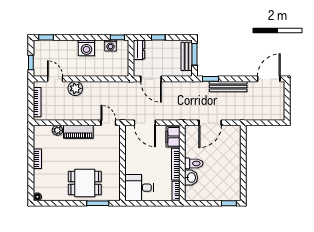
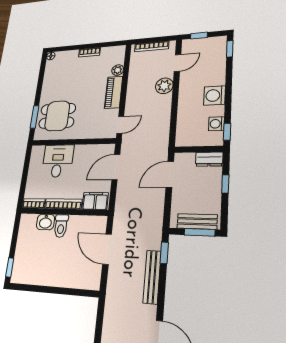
dining table: (85, 183) -> (57, 116), moved, turned 90
desk: (139, 188) -> (58, 161), moved

